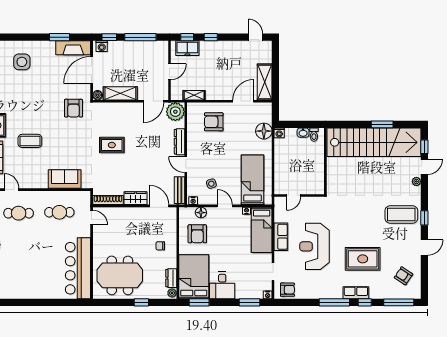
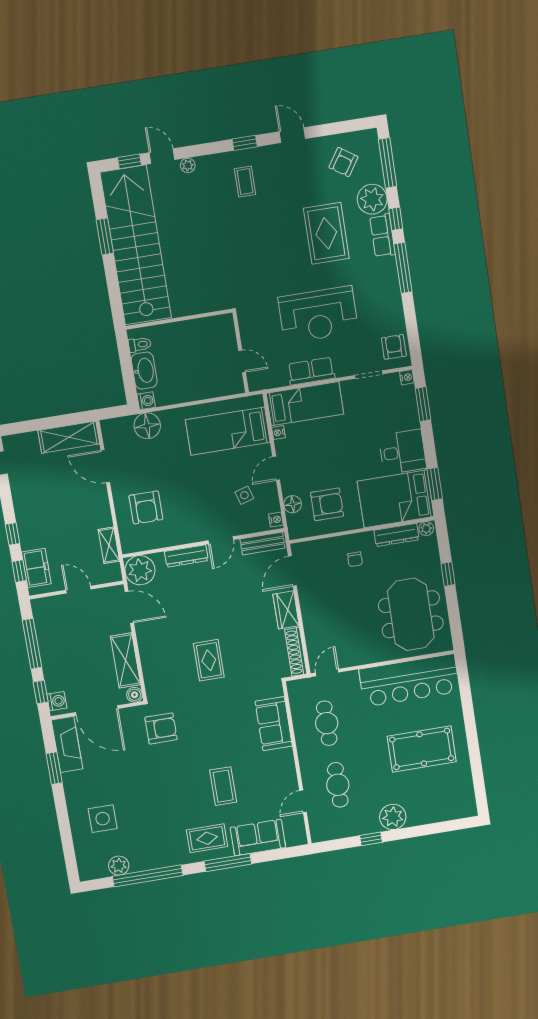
washbasin: (303, 133) -> (144, 371), width x1.91, depth x1.45
coffee table: (401, 214) -> (245, 182), width x0.54, depth x0.58
pool table: (33, 270) -> (422, 749), added
dresser: (171, 278) -> (396, 535), width x1.44
plant: (379, 290) -> (372, 199), added

